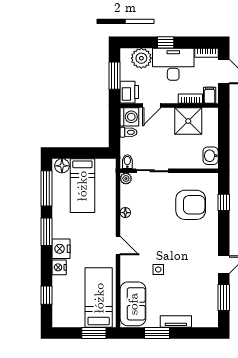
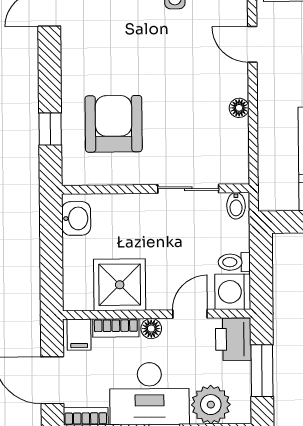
floor lamp: (172, 98) -> (151, 329), added
plant: (126, 179) -> (238, 173), removed
armchair: (191, 205) -> (114, 124), turned 90

